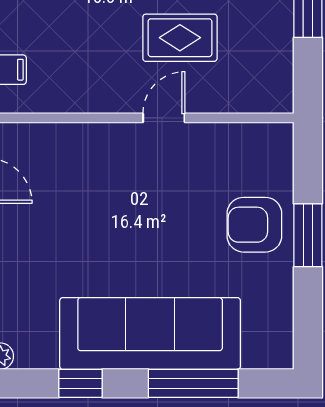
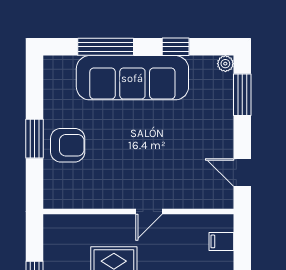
door: (164, 118) -> (149, 211), moved

